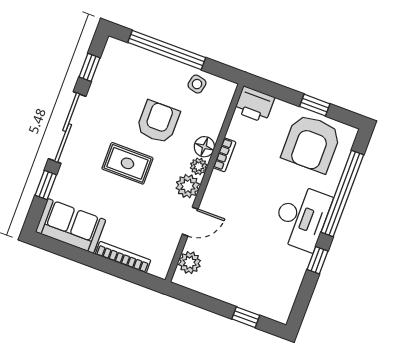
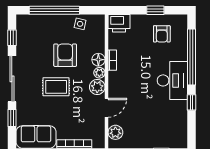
armchair: (311, 143) -> (162, 34), width x0.53, depth x0.53

